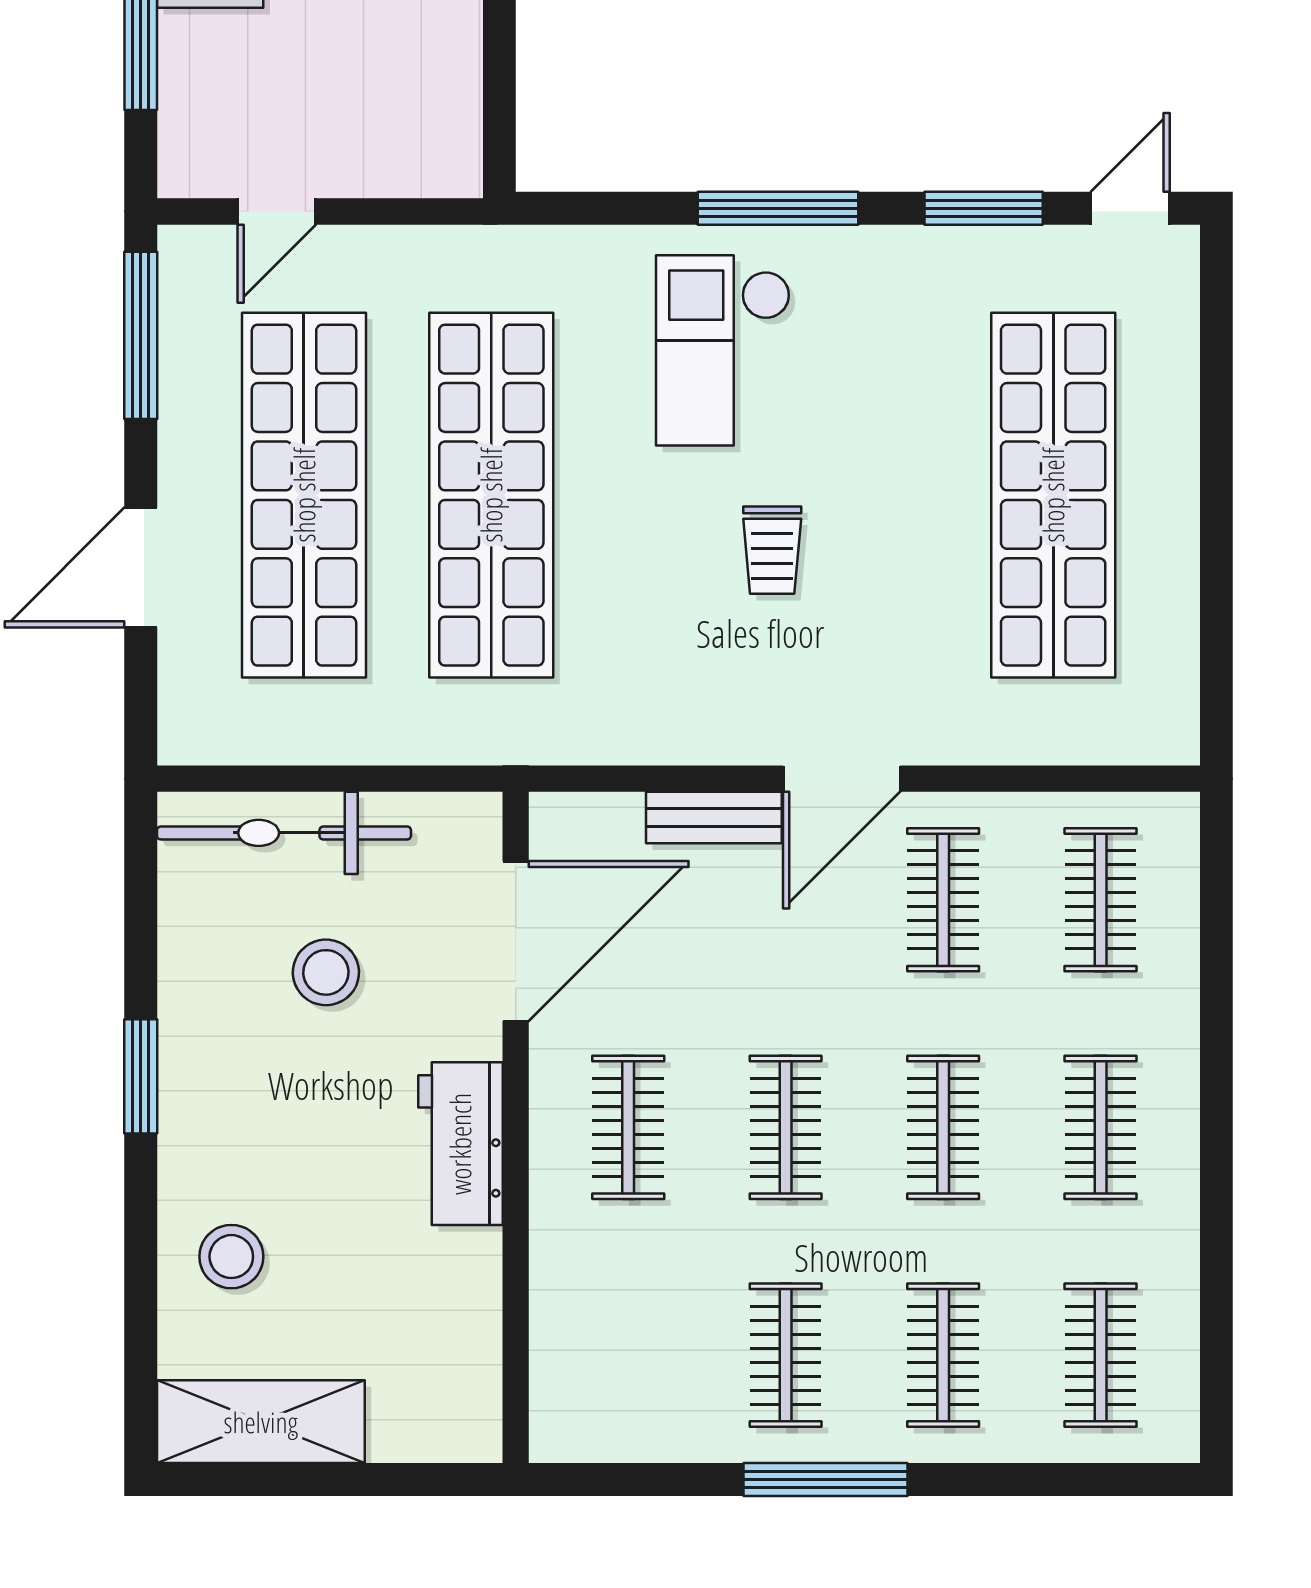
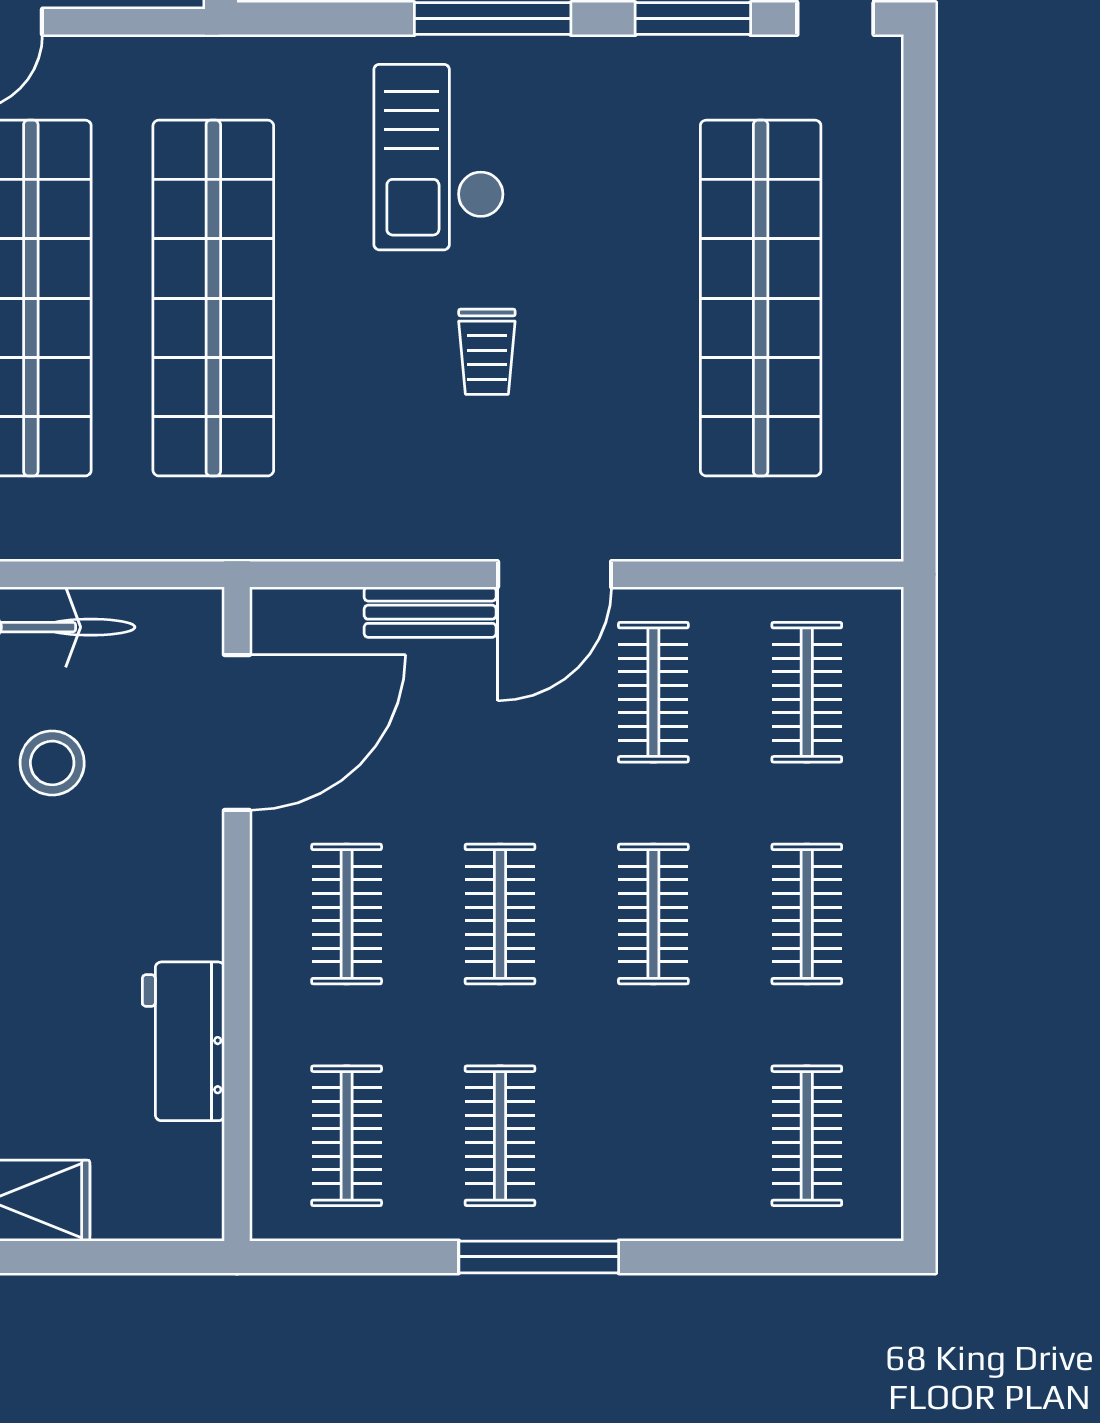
workbench: (460, 1144) -> (183, 1041), moved
clothes rail: (943, 1355) -> (347, 1136), moved

